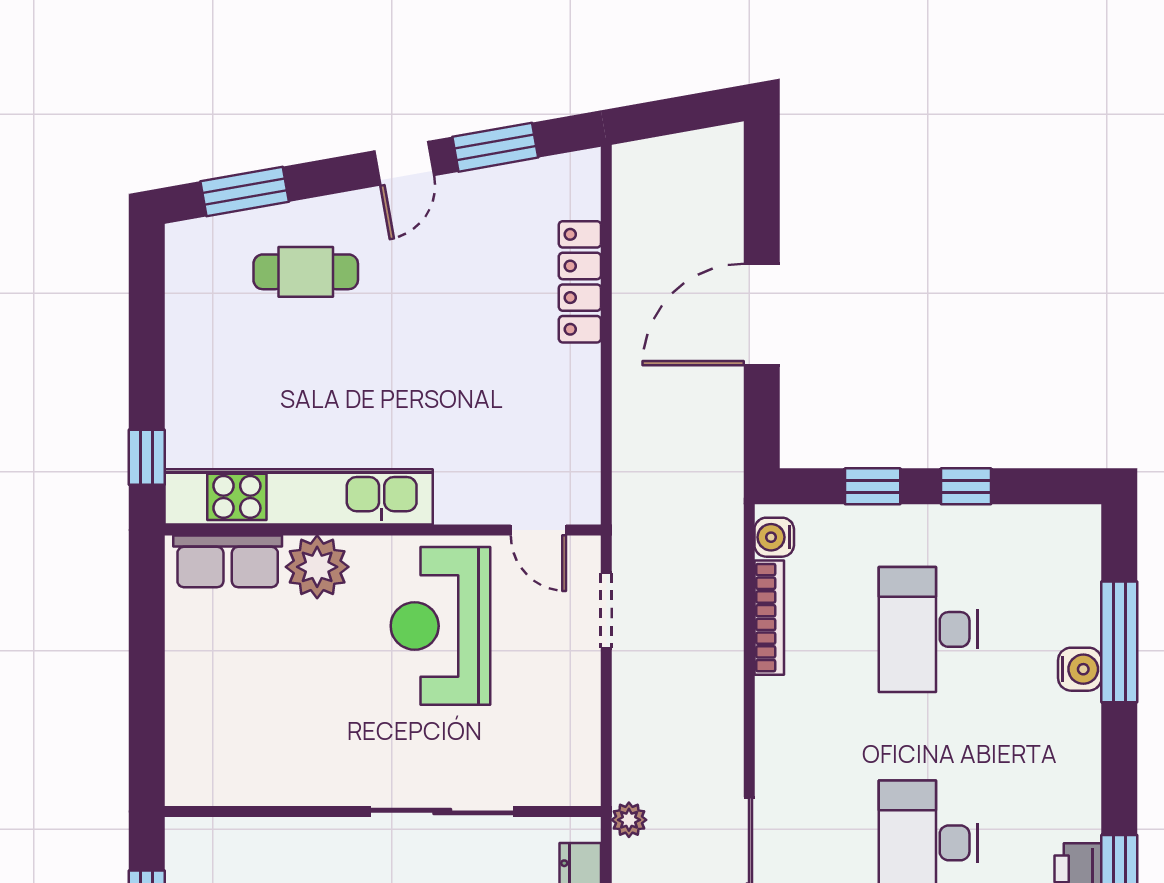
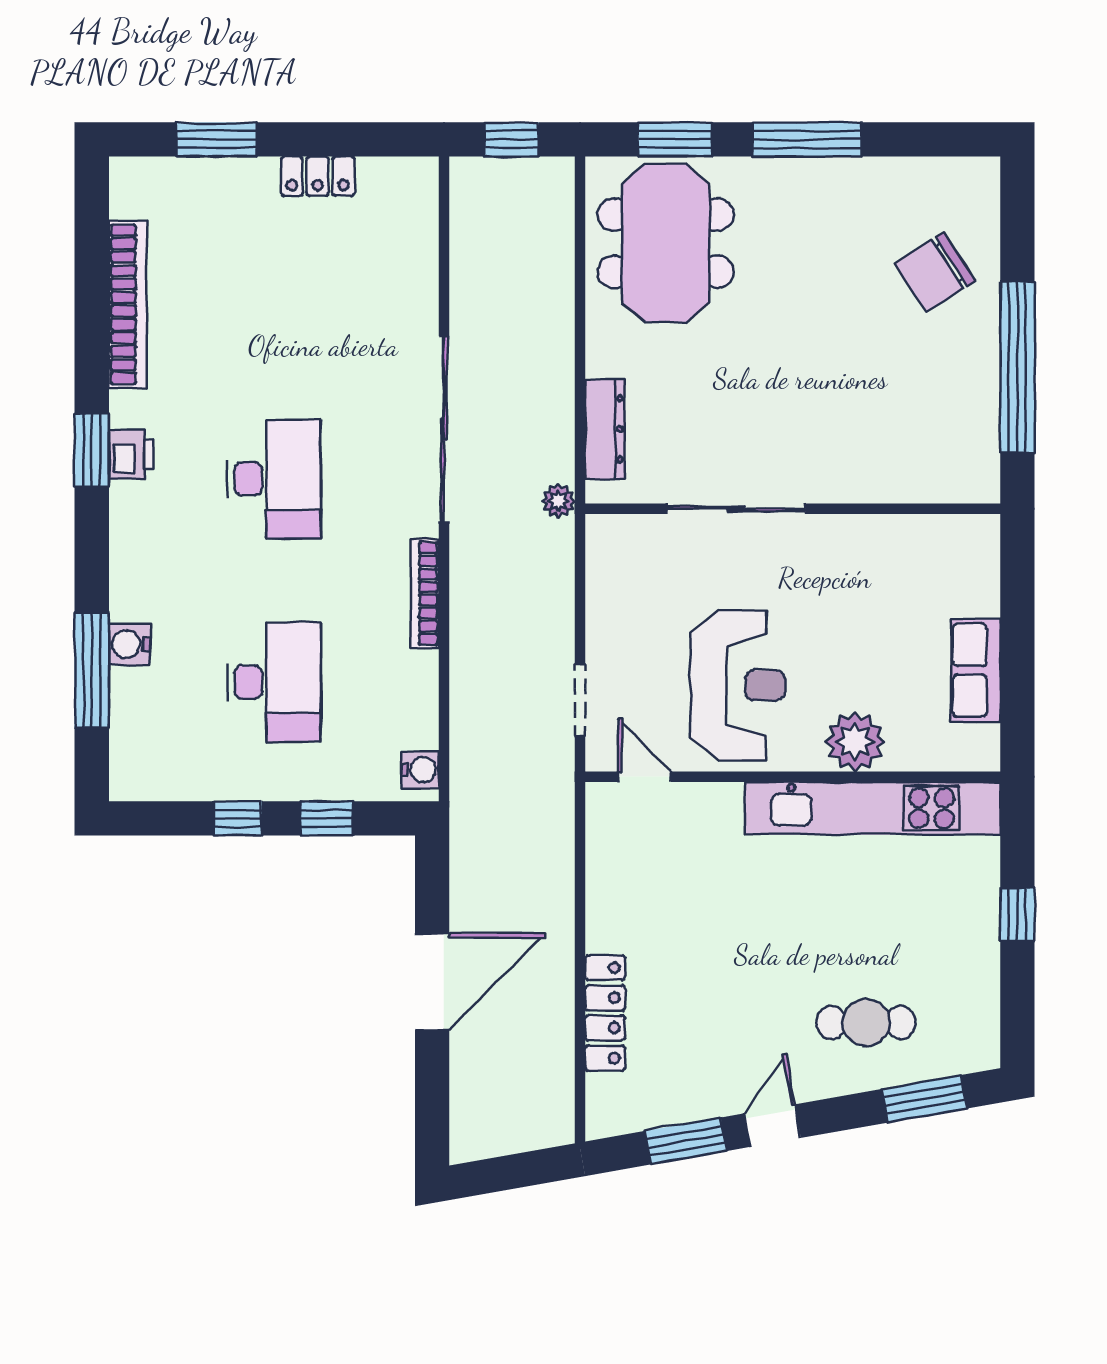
window: (147, 457) -> (1017, 915), moved
row of seats: (228, 561) -> (976, 670), moved, turned -90
bookcase: (769, 618) -> (425, 594), moved

